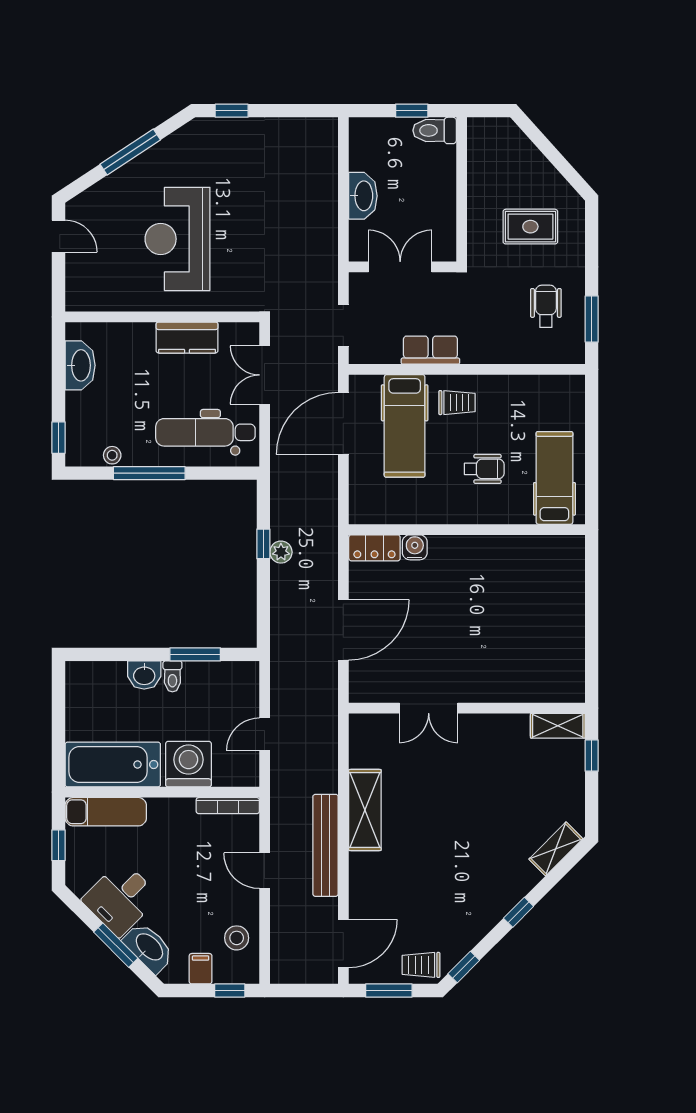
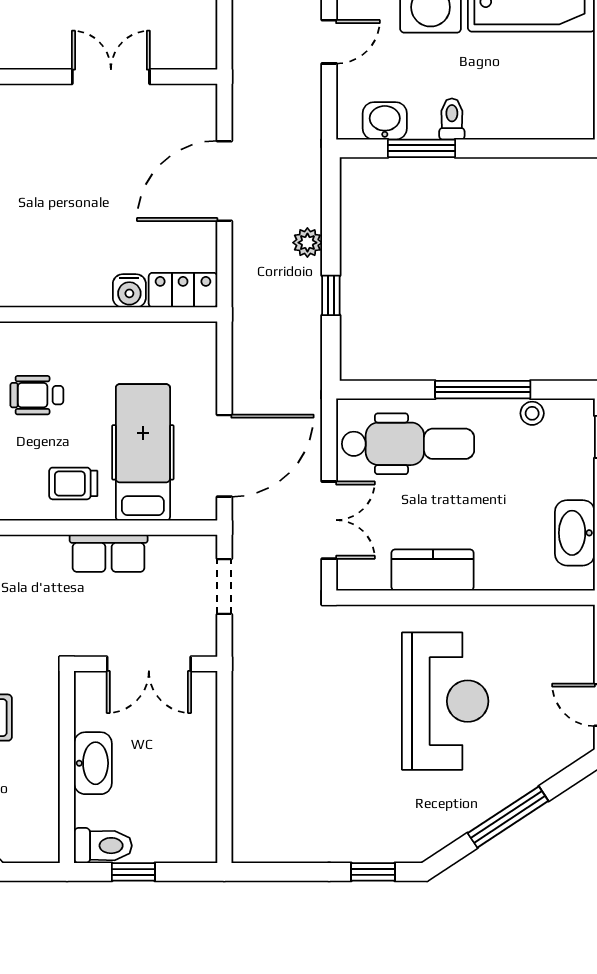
washbasin: (363, 196) -> (93, 763), moved, turned 180
plant: (281, 552) -> (307, 243), moved
washbasin: (144, 675) -> (385, 121), moved

